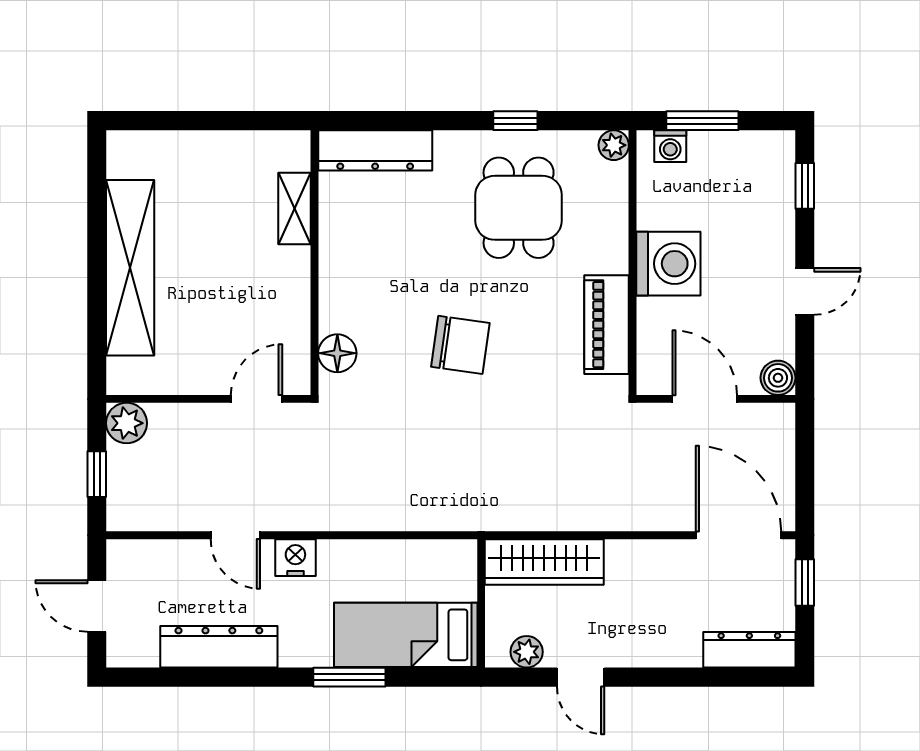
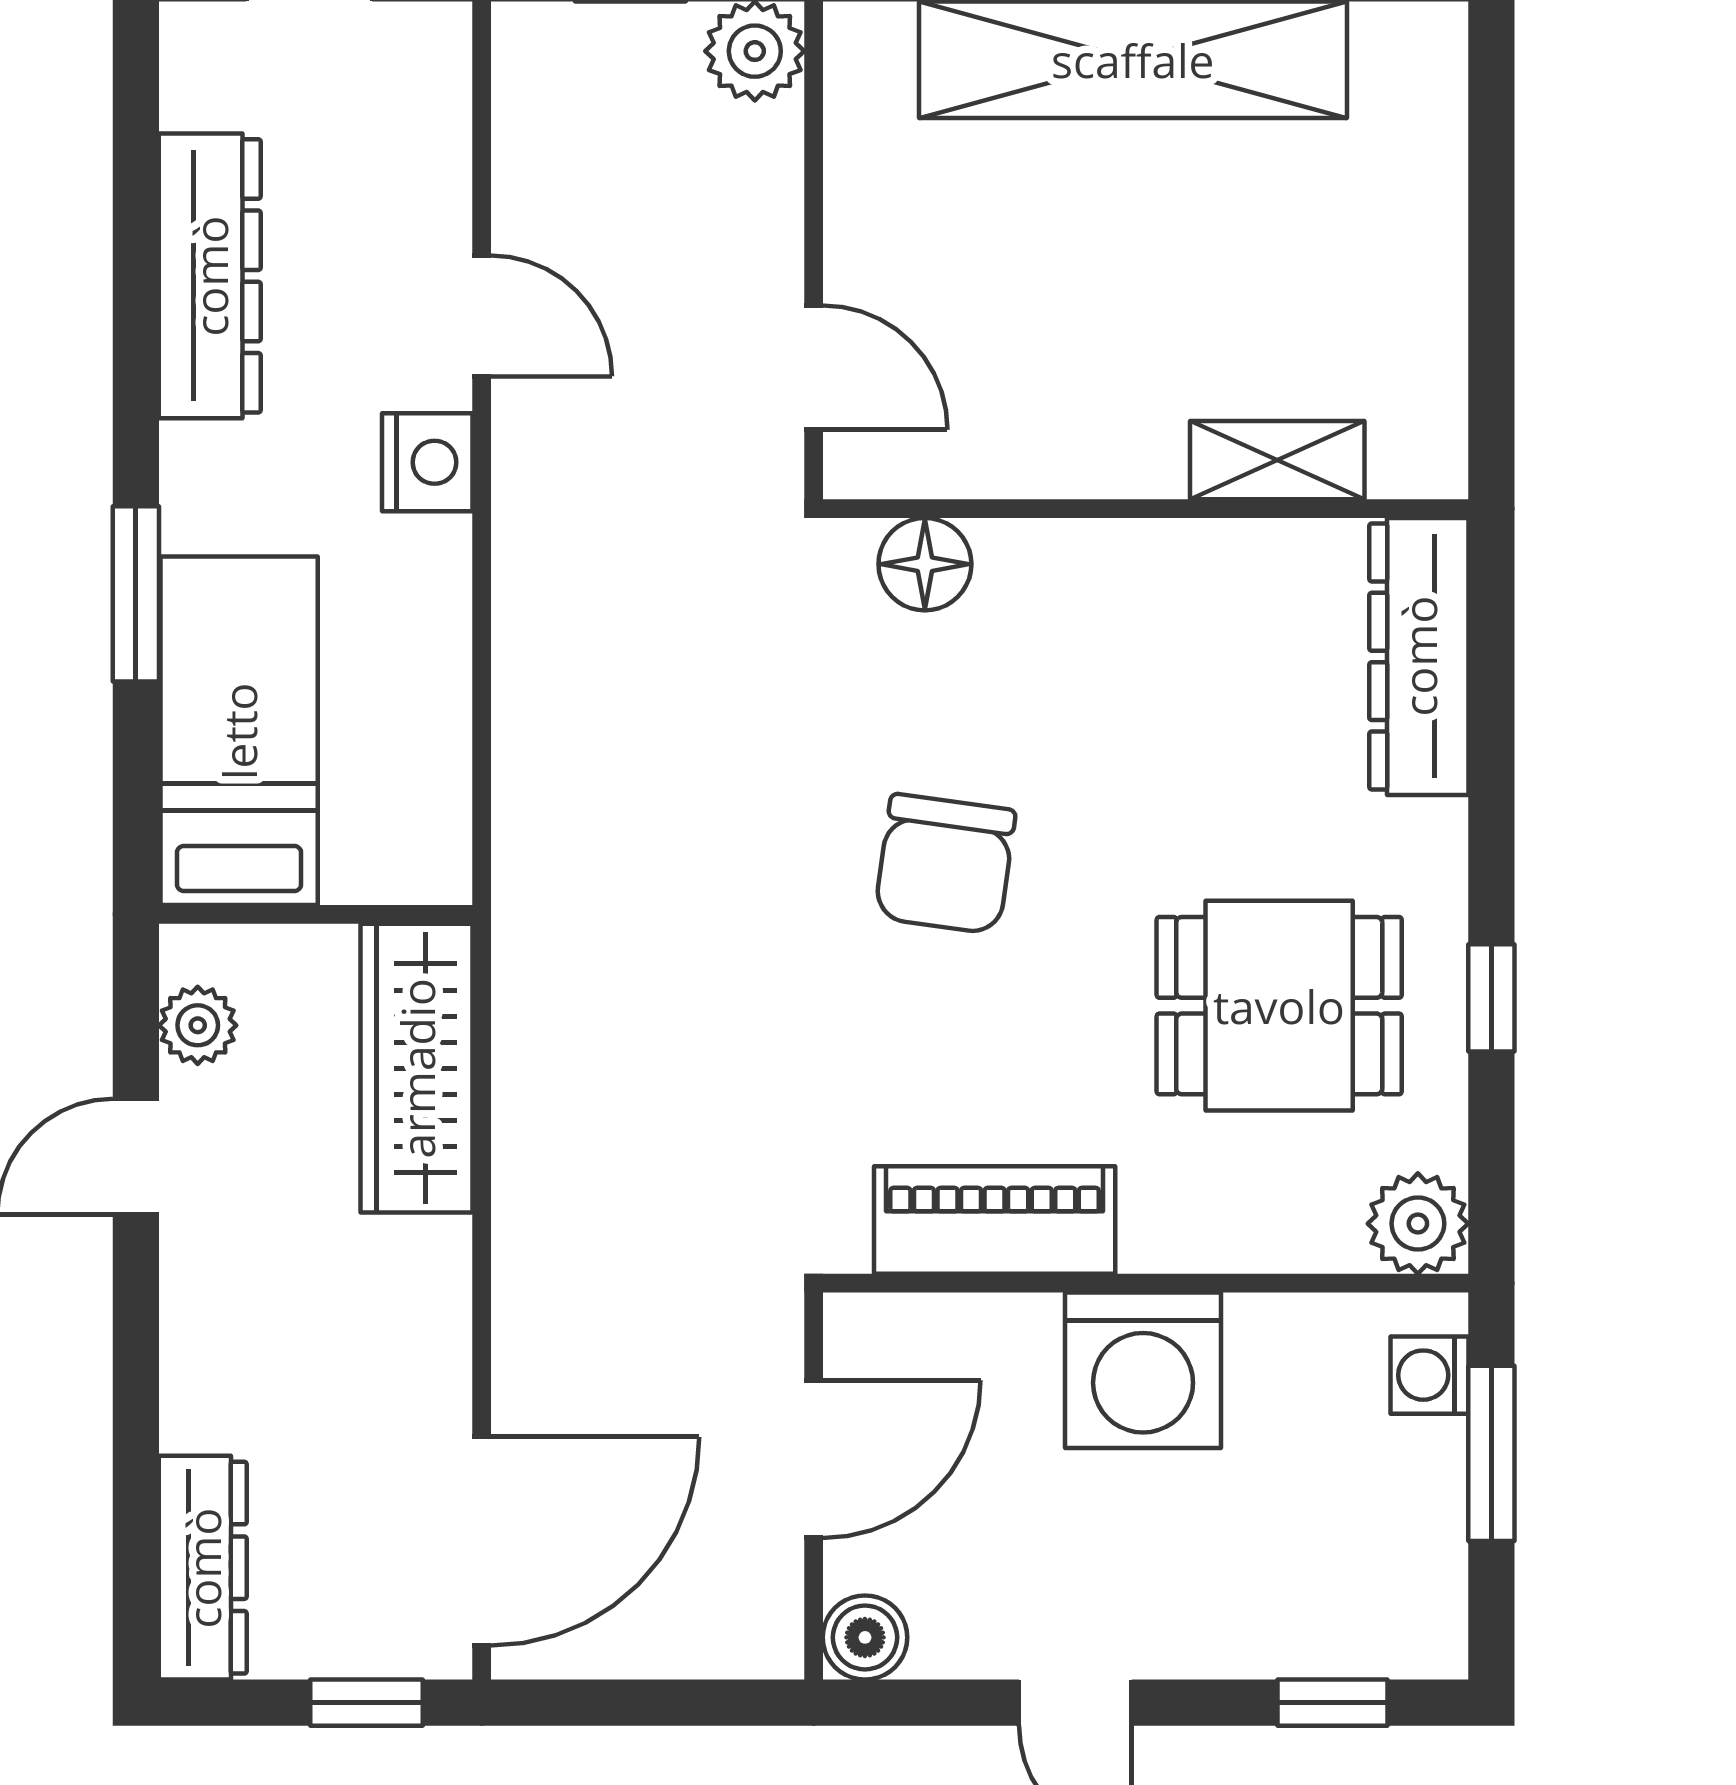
plant: (614, 145) -> (1418, 1224), width x1.38, depth x1.38
door: (235, 535) -> (482, 316), swing flipped

